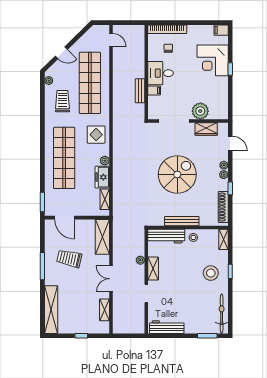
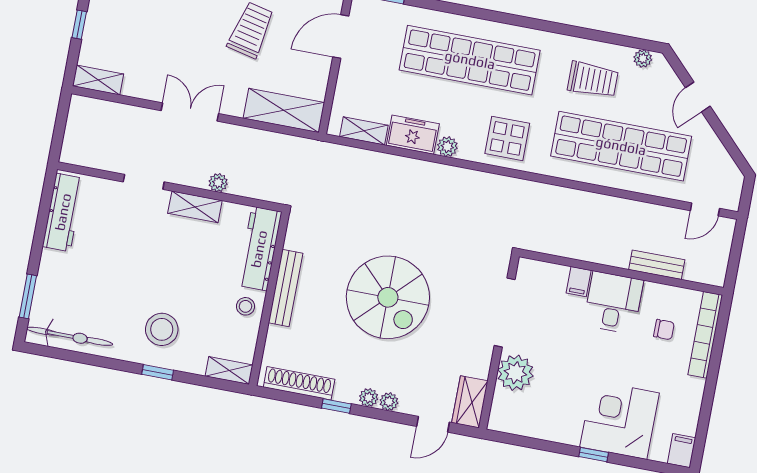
bench: (140, 91) -> (657, 265), moved
wardrobe: (206, 129) -> (470, 402), moved
shelving: (105, 310) -> (98, 80), moved

